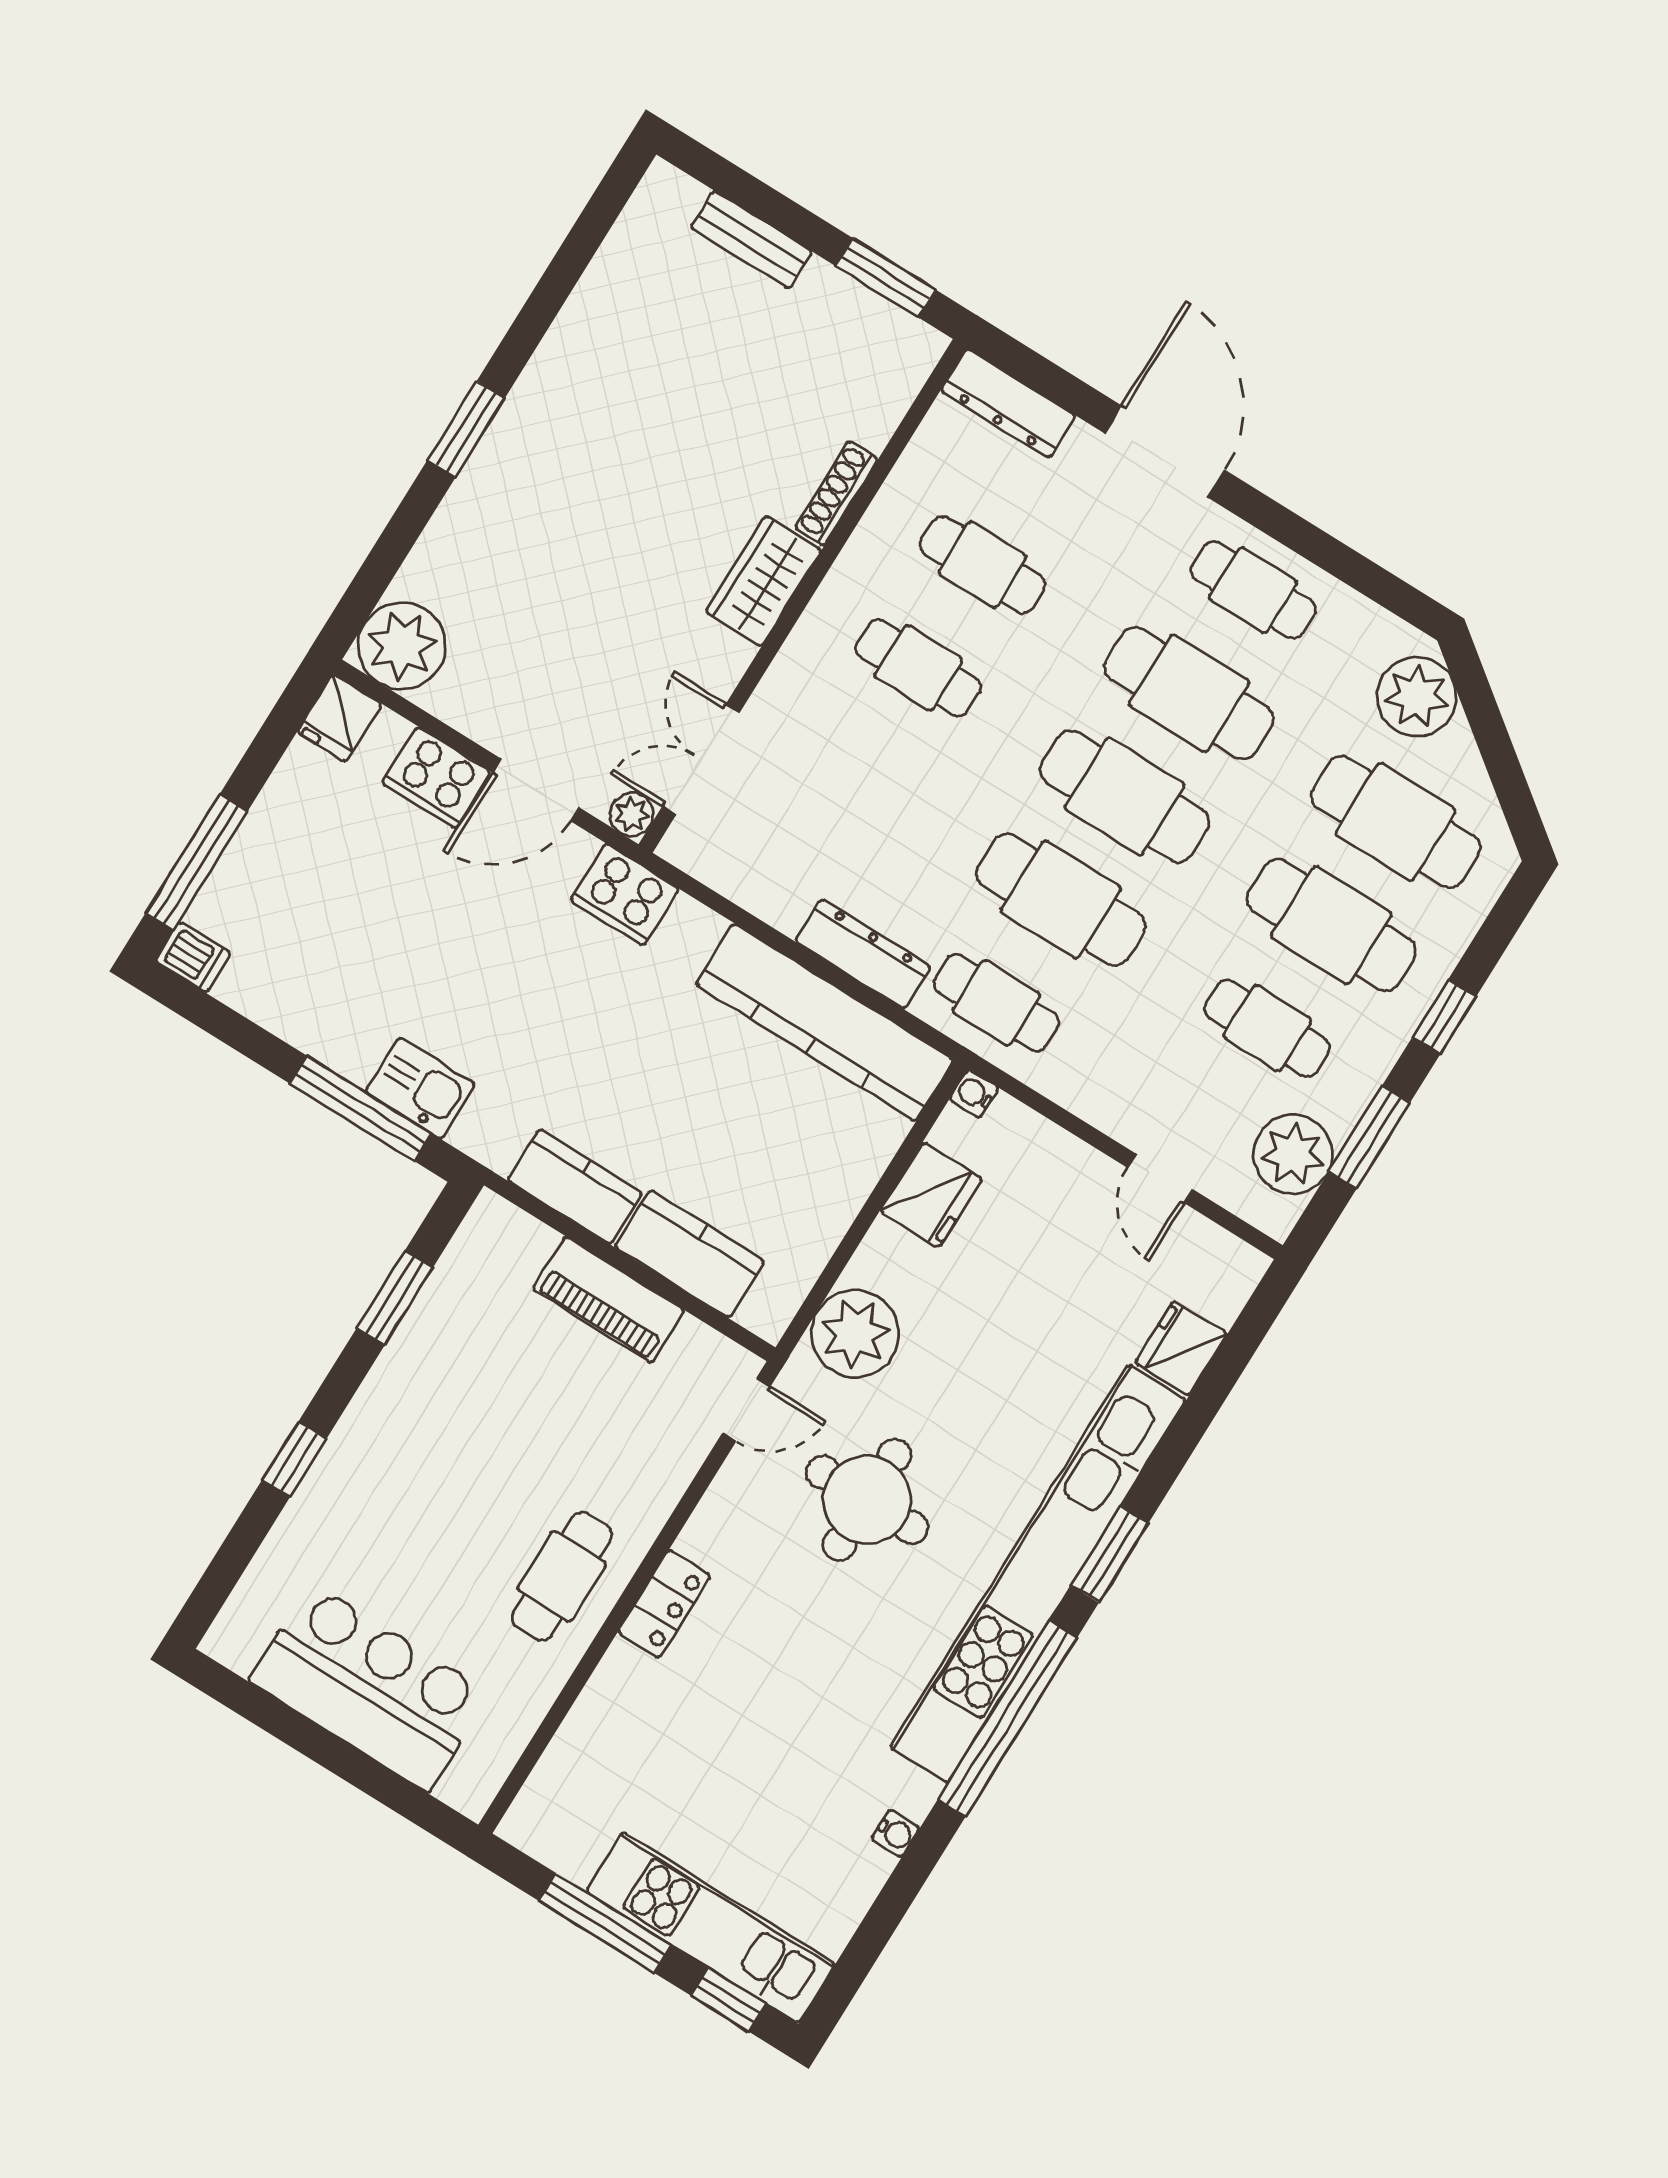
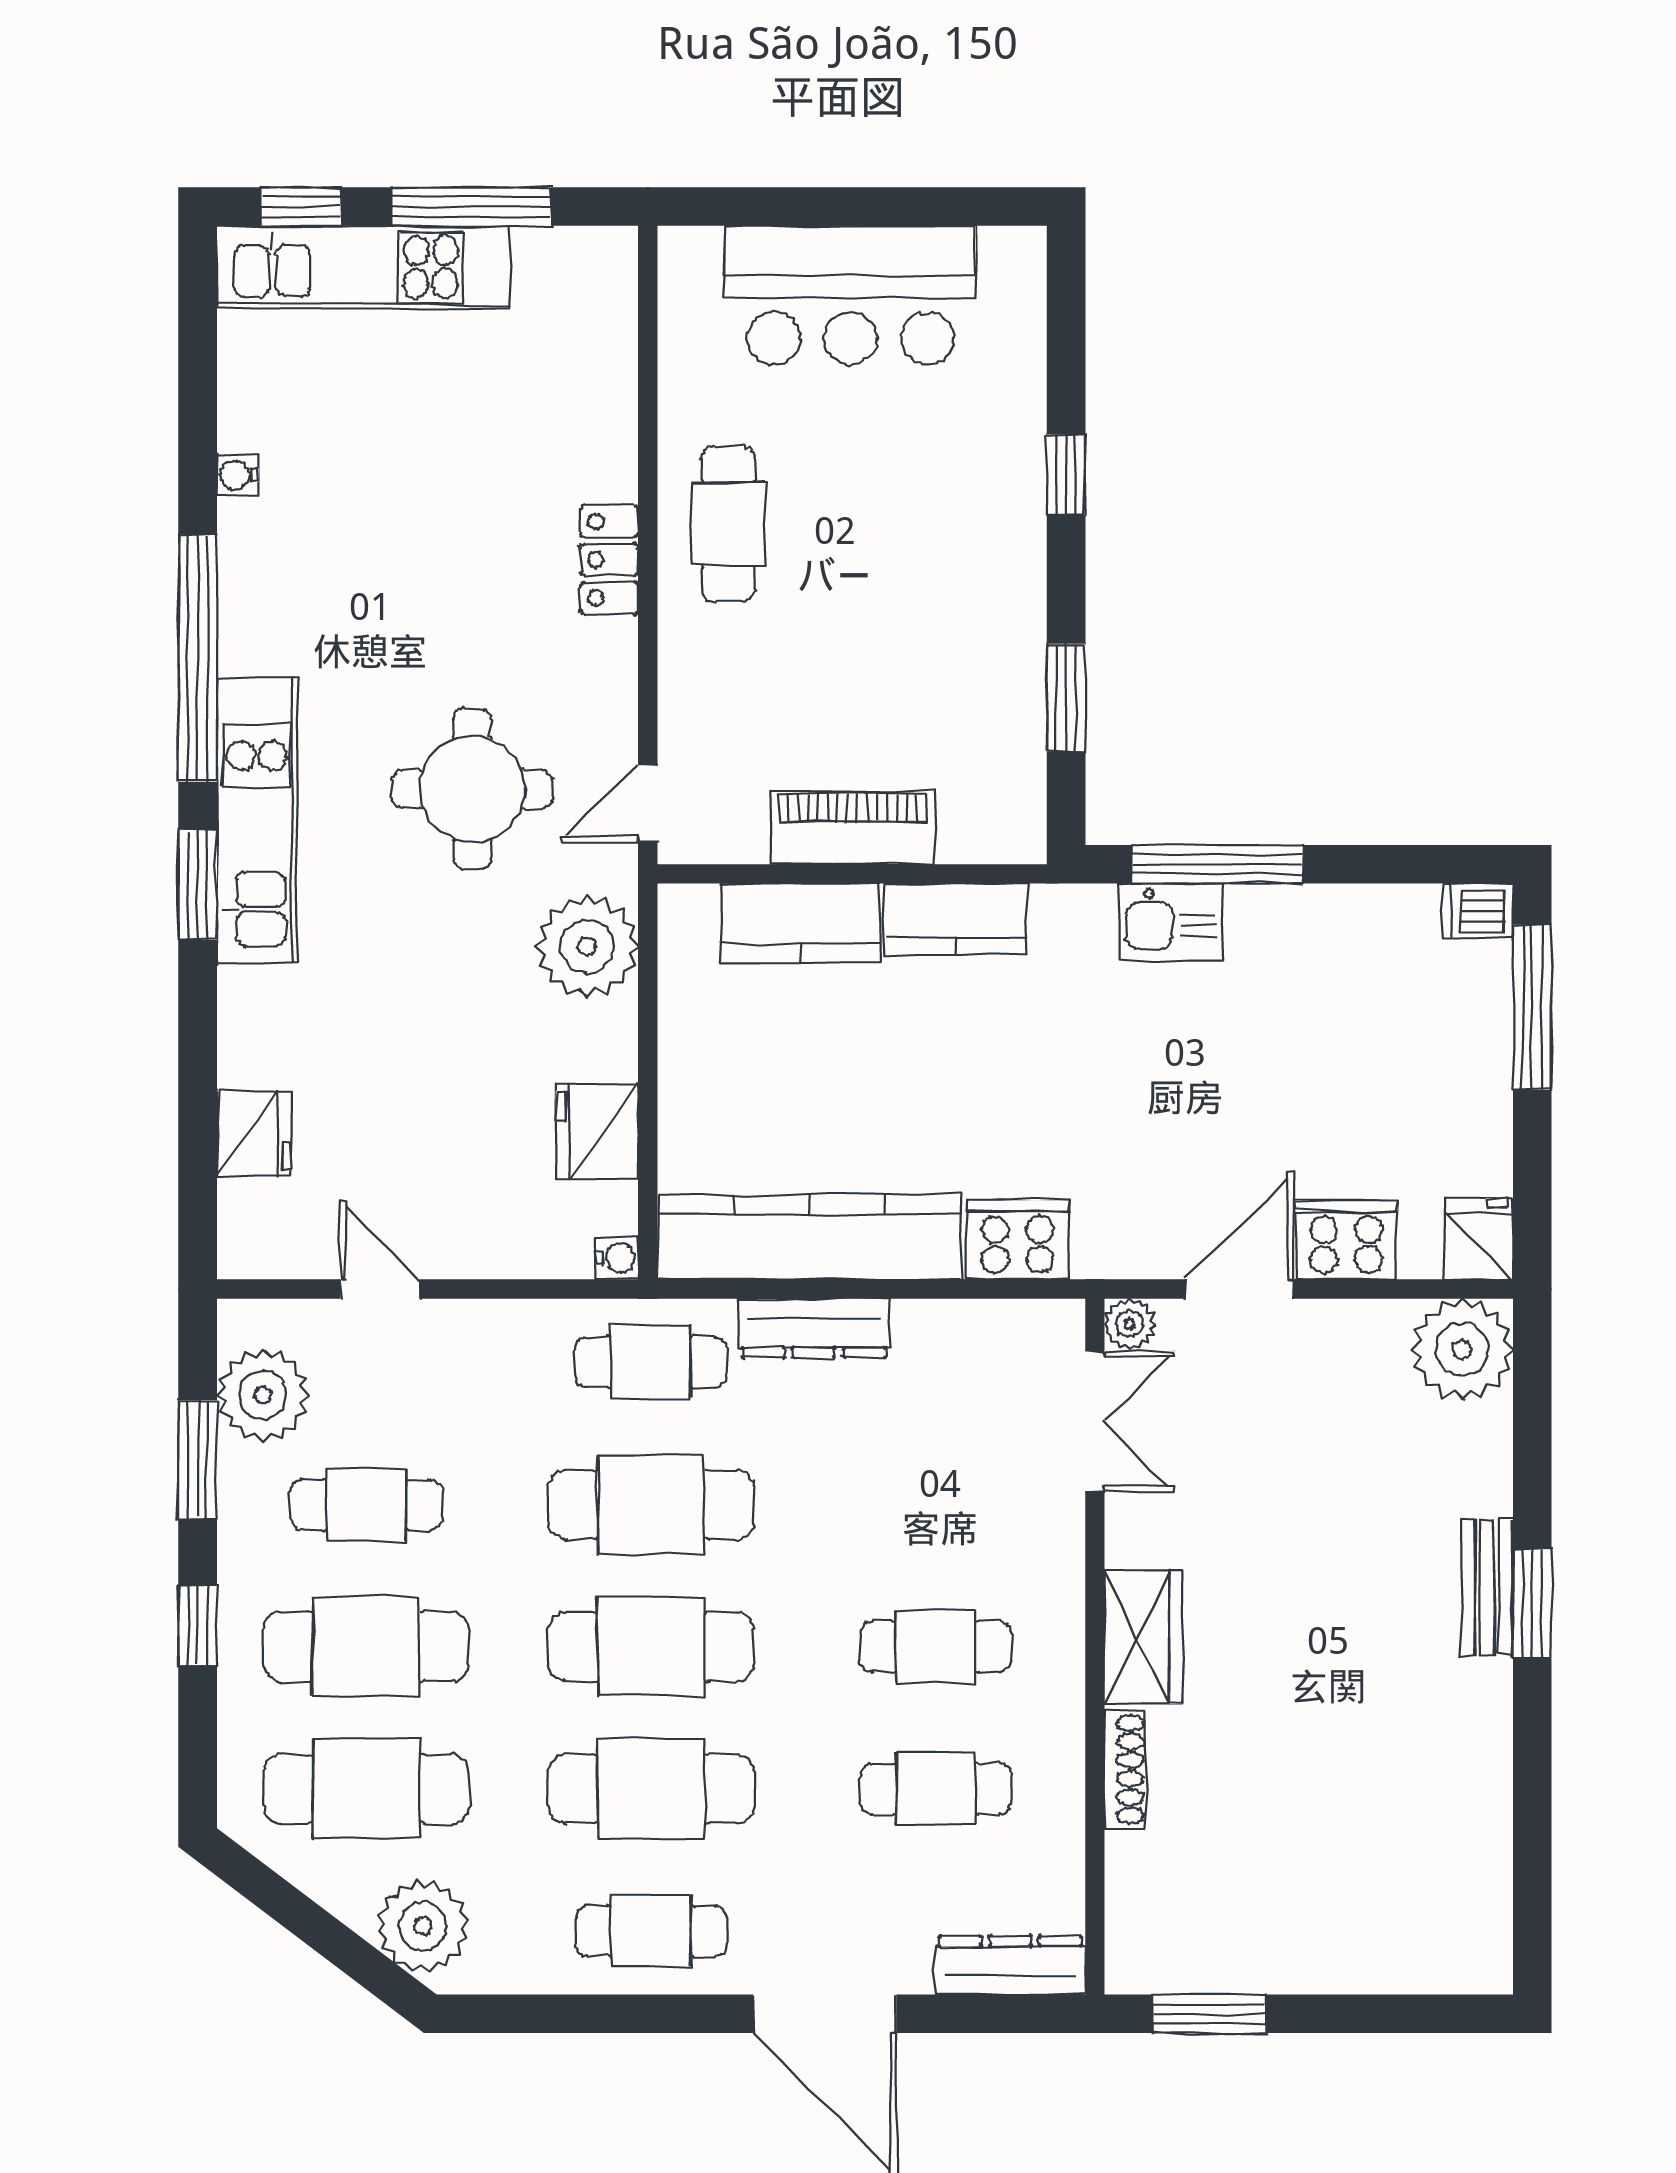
bench: (751, 240) -> (1487, 1587), moved, turned 90
cooker: (624, 895) -> (1018, 1240), moved
kitchen unit: (1038, 1574) -> (257, 821), width x0.54

